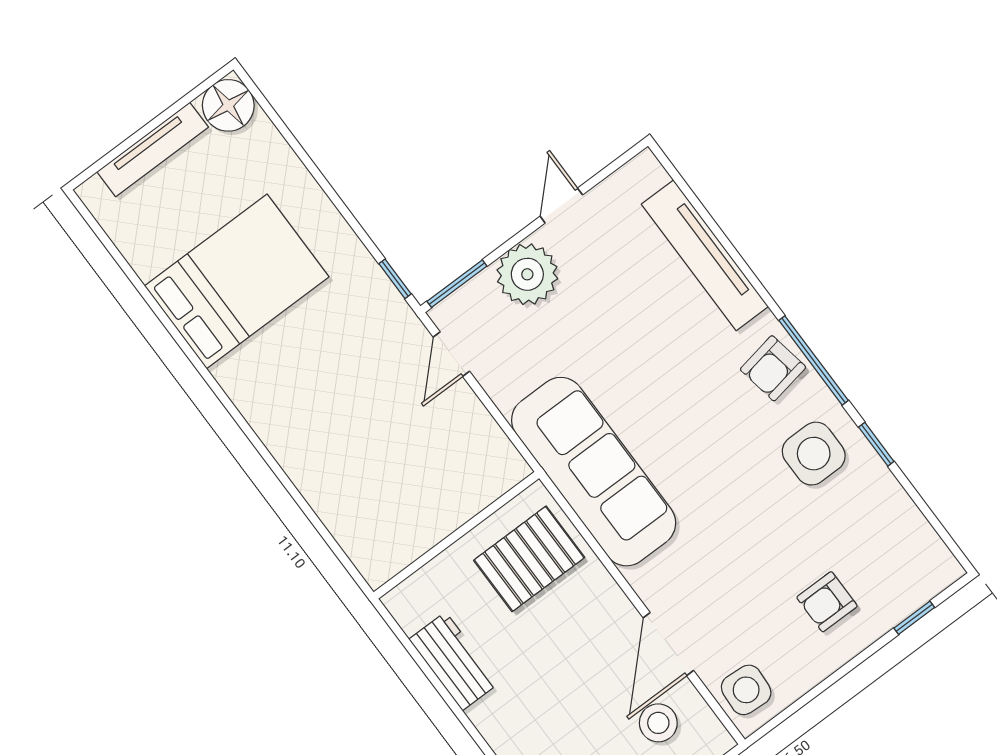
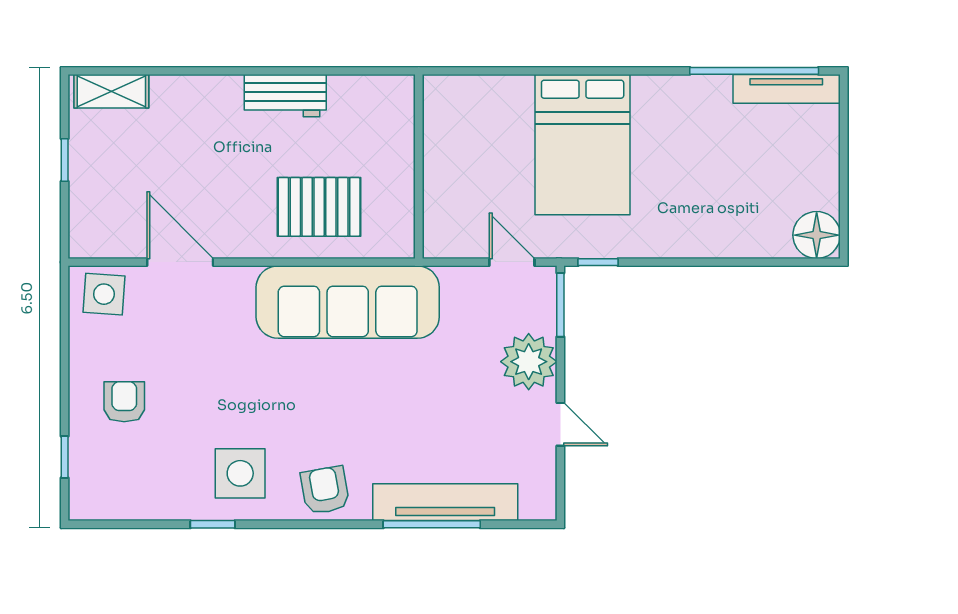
tv unit: (153, 149) -> (786, 89), moved, turned -90
window: (126, 267) -> (754, 71), added
bed: (237, 281) -> (583, 145), moved
window: (814, 360) -> (432, 524), moved
wall: (456, 535) -> (419, 167), moved
pallet: (529, 559) -> (319, 207), turned 90
stool: (658, 723) -> (128, 212), removed

